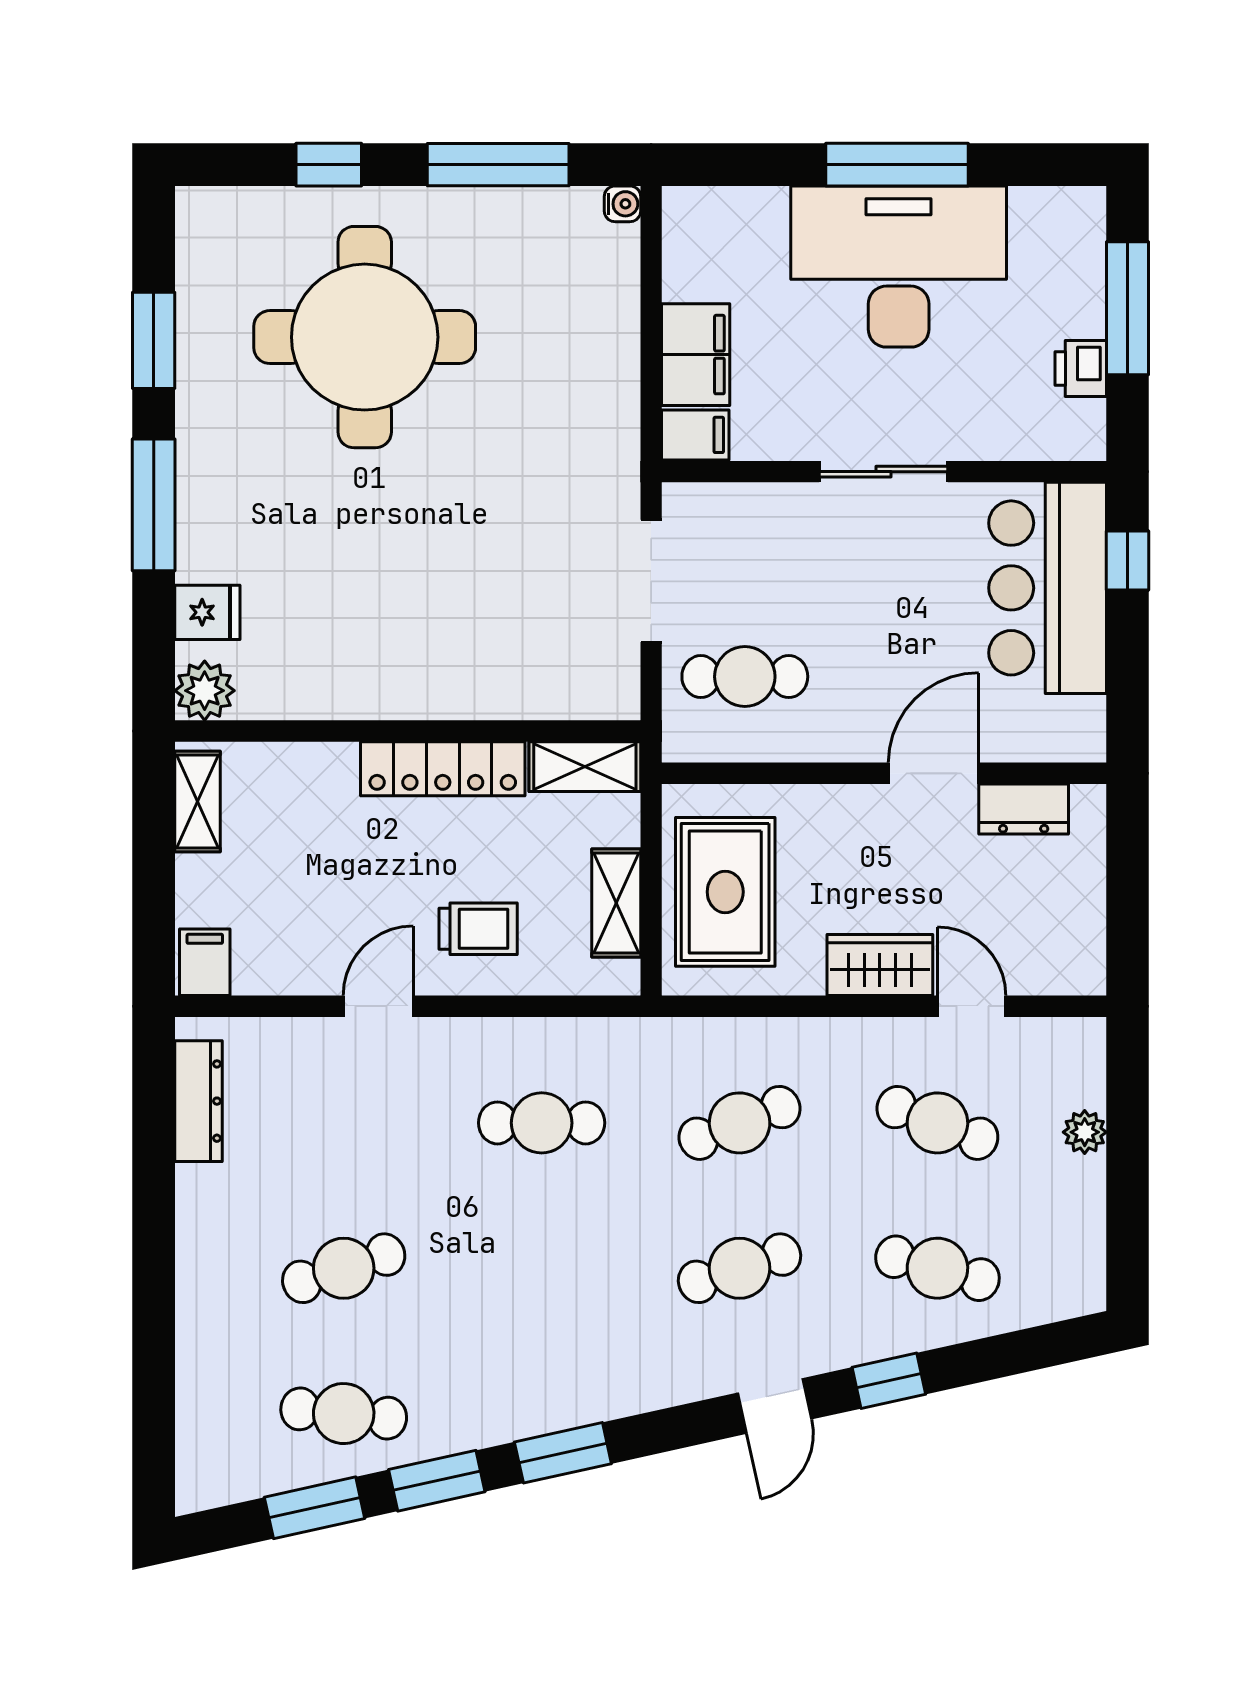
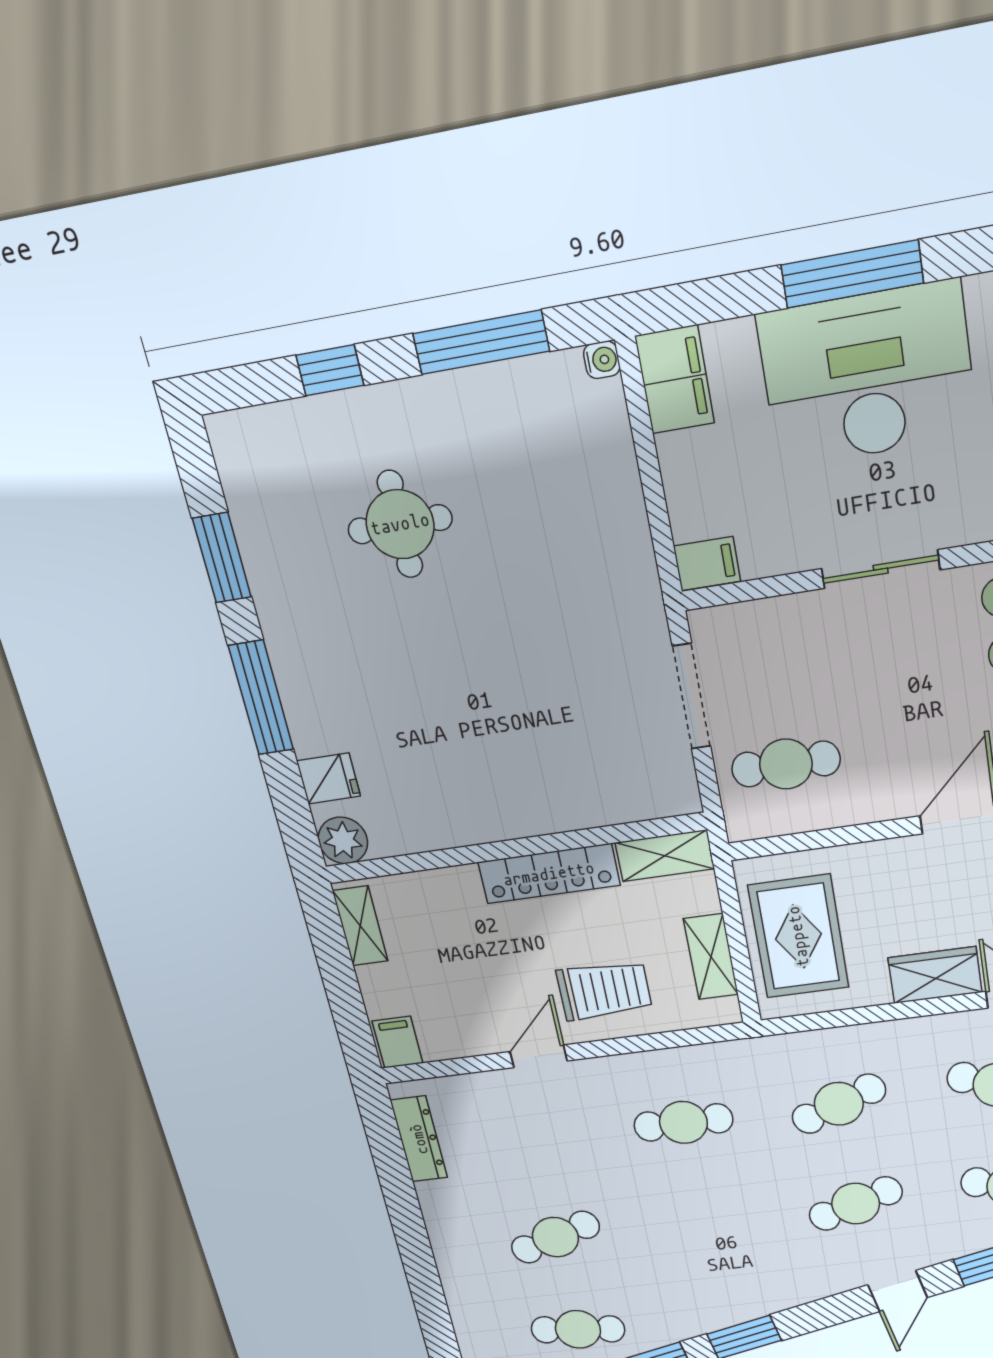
round table: (365, 337) -> (400, 524), width x0.54, depth x0.54
filing cabinet: (696, 355) -> (675, 380), moved
trolley: (478, 929) -> (604, 990), width x1.36, depth x1.39

